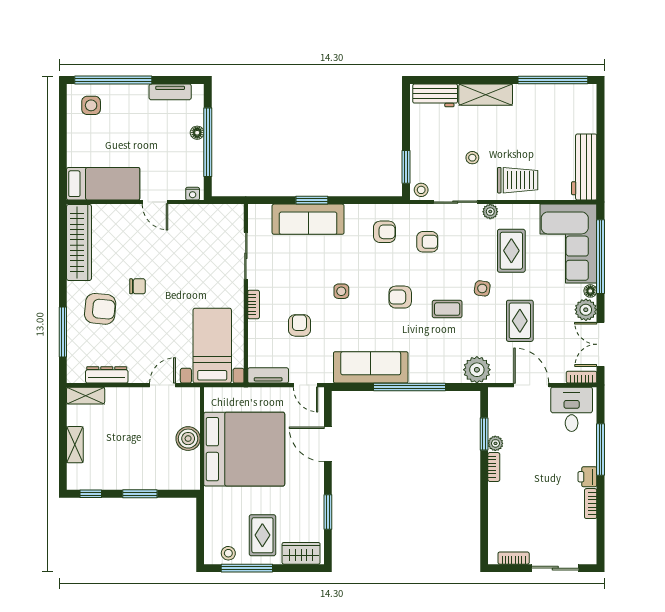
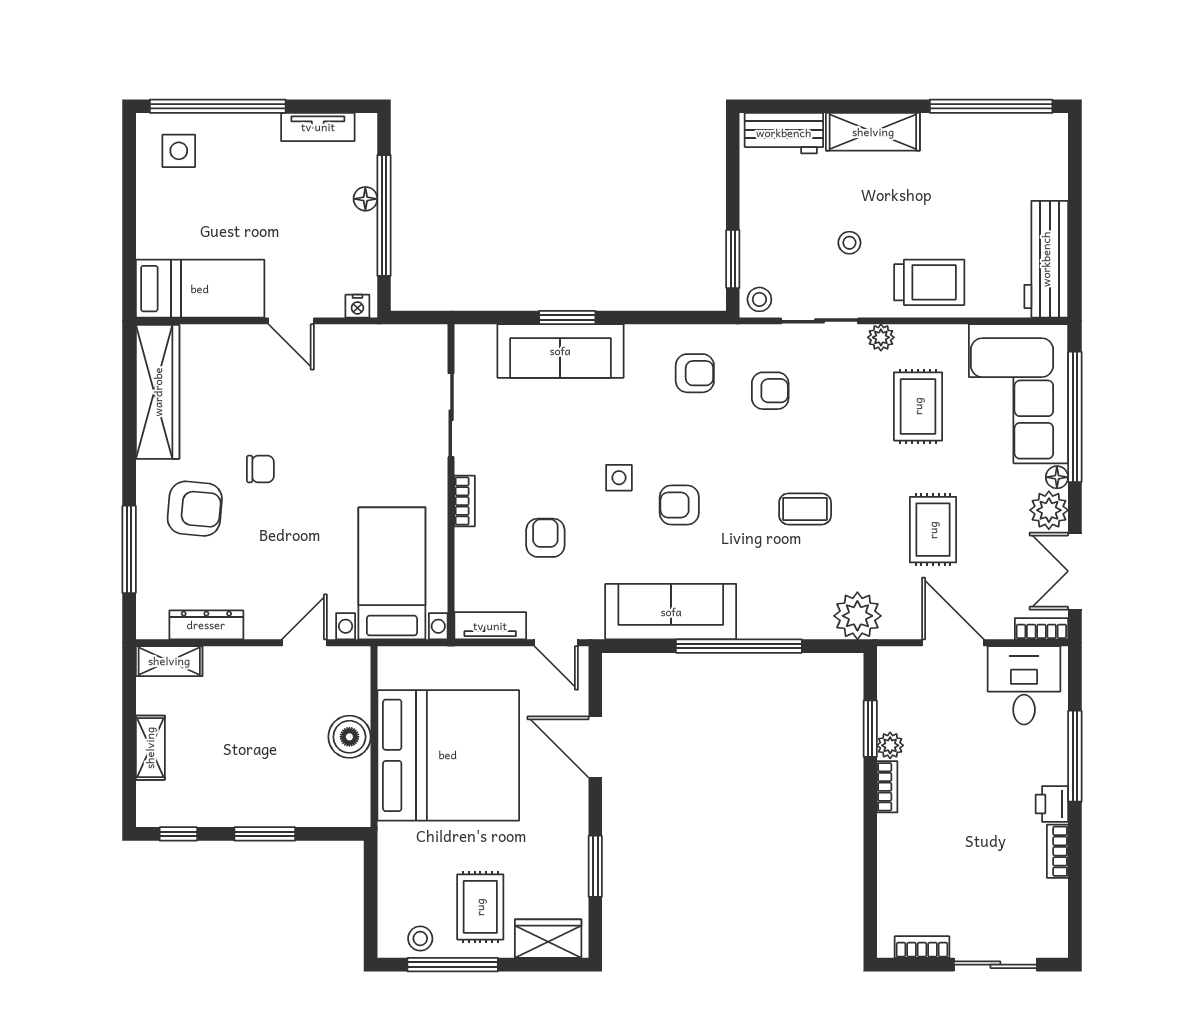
side table: (482, 288) -> (867, 473), removed
armchair: (400, 297) -> (679, 505), moved

